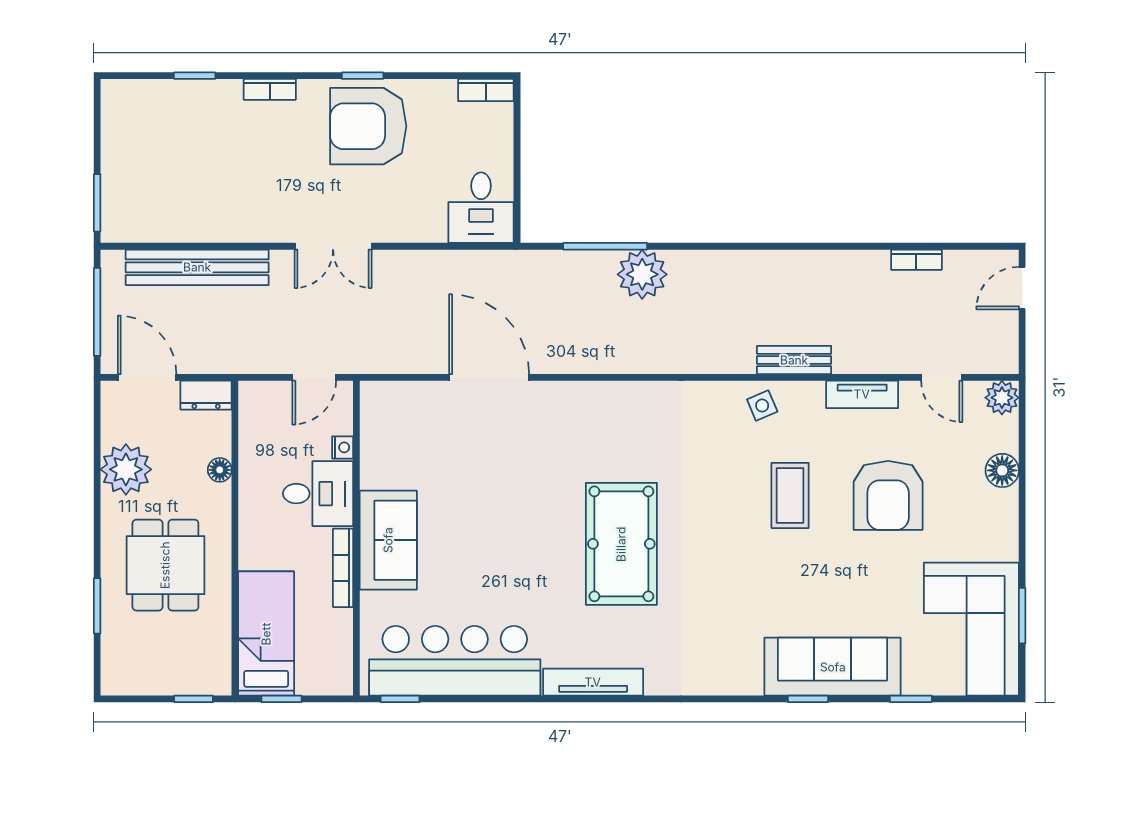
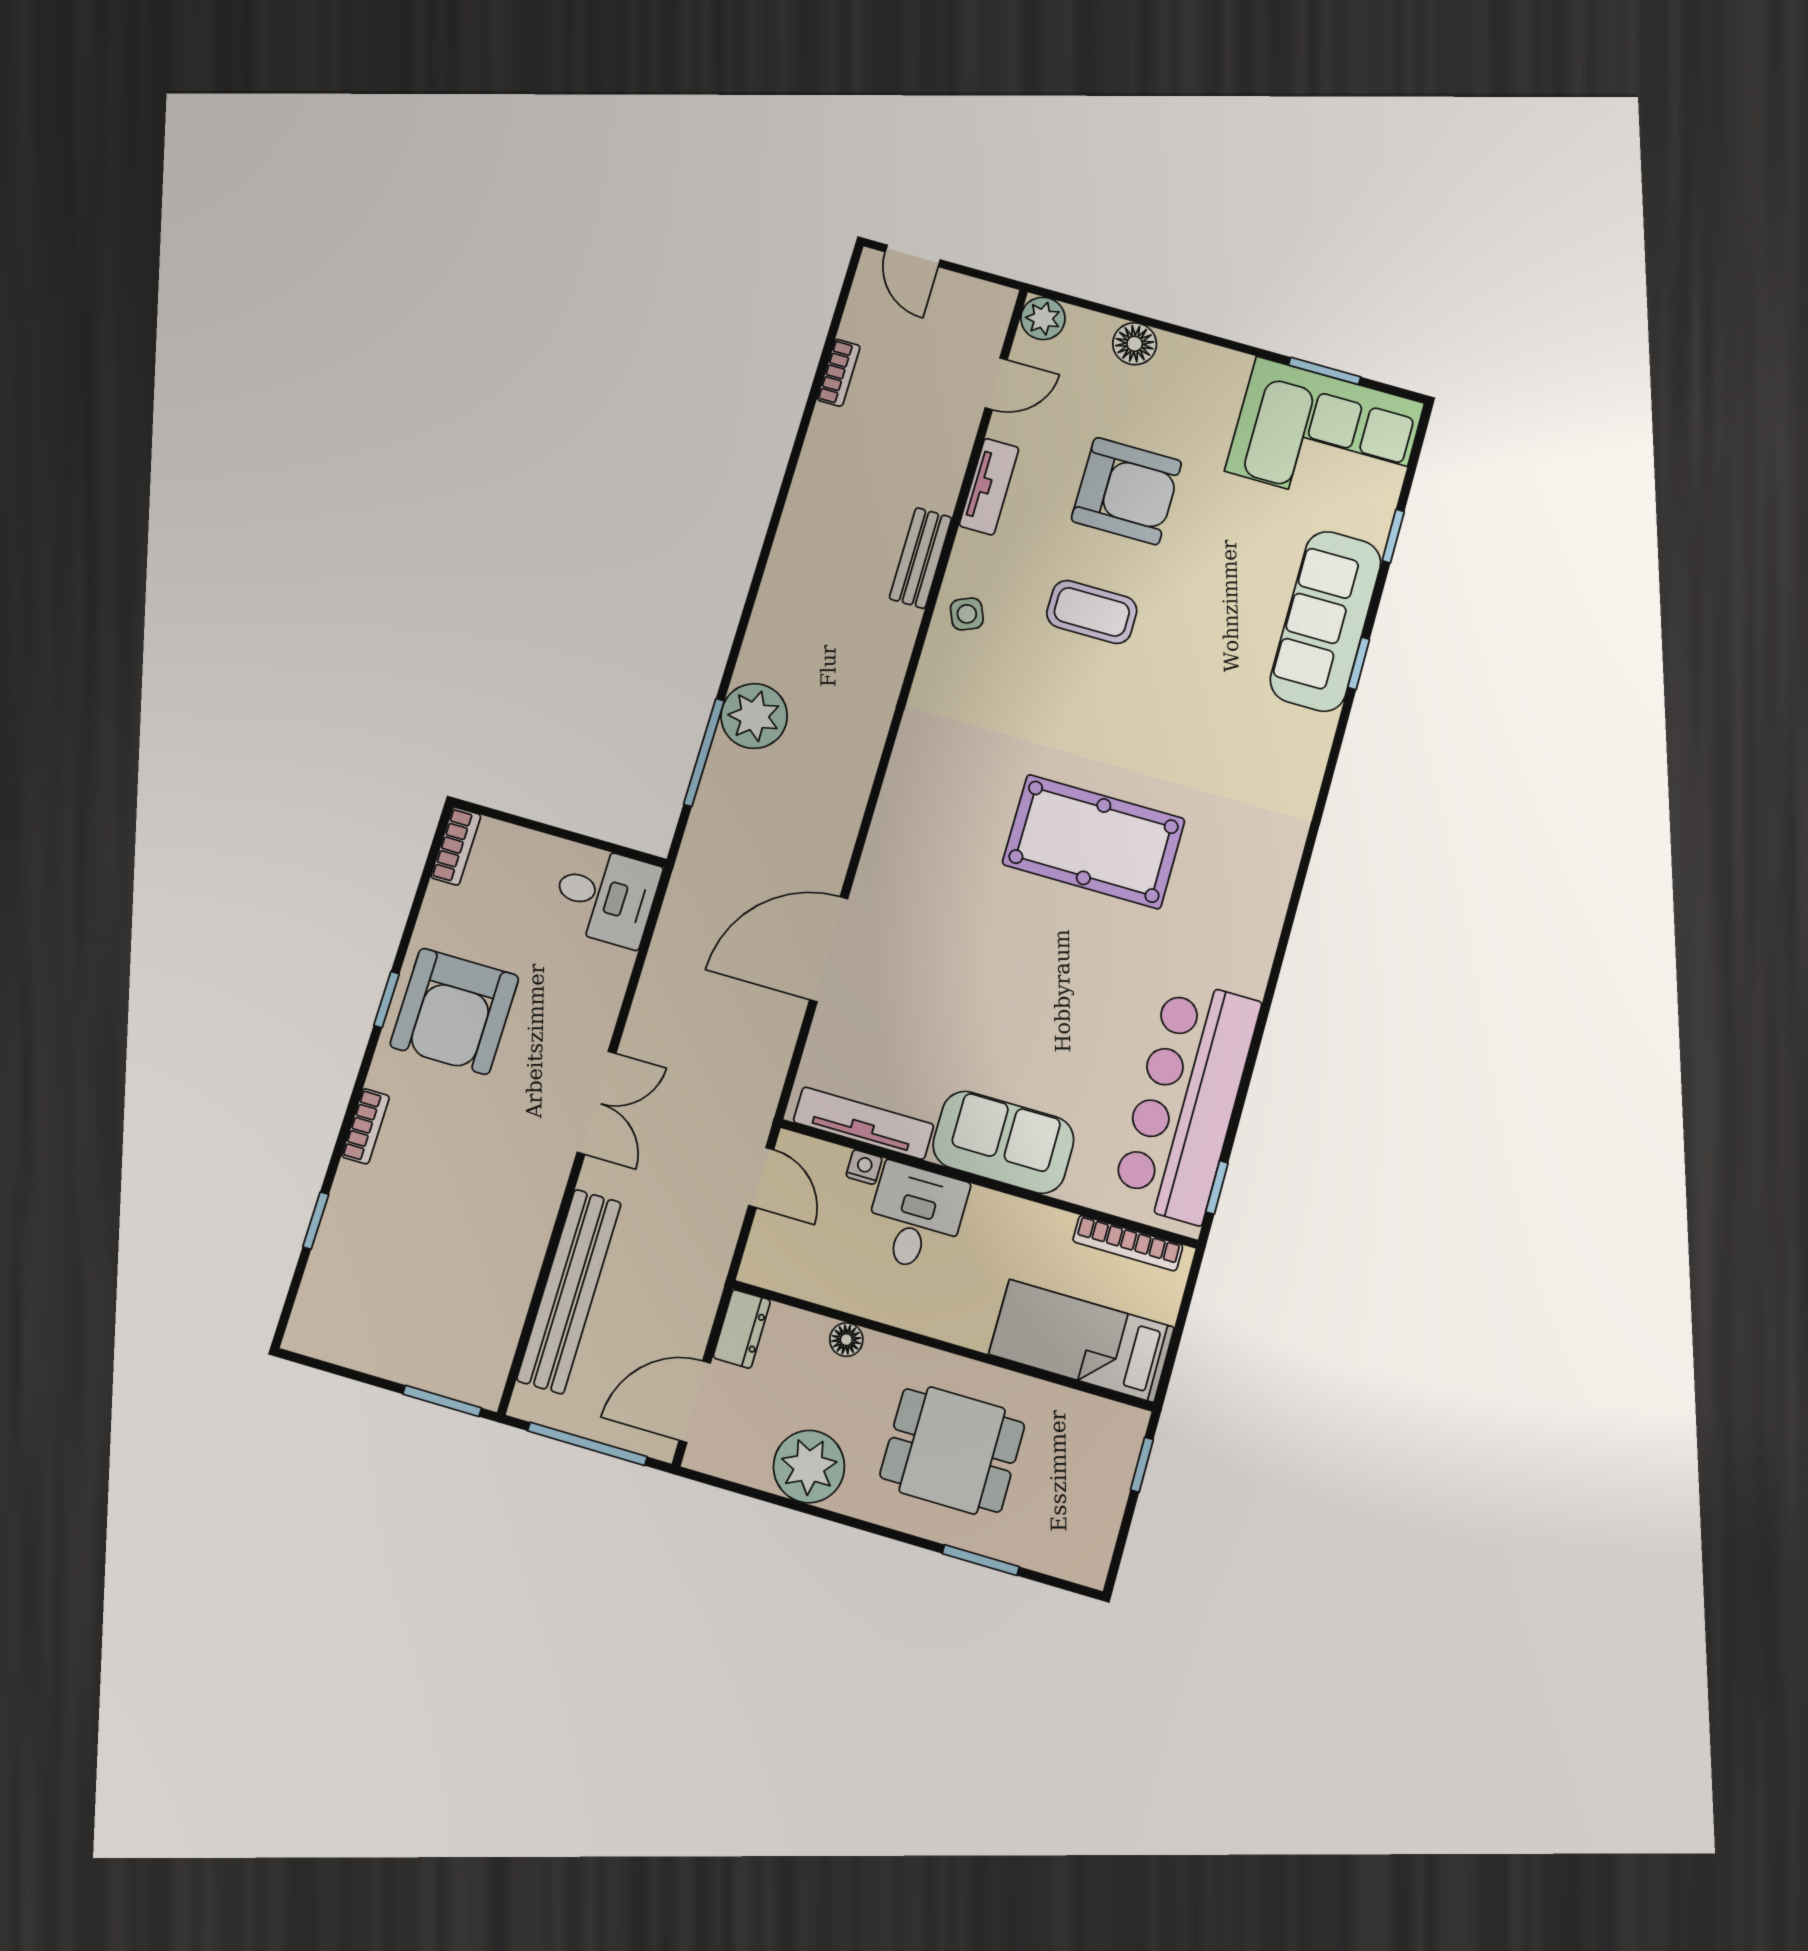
bookcase: (343, 568) -> (1128, 1243), moved
tv unit: (593, 682) -> (864, 1123), moved, turned 90
window: (281, 699) -> (1174, 1346), removed

